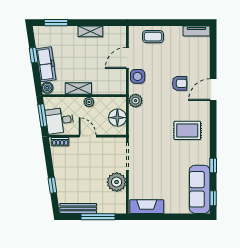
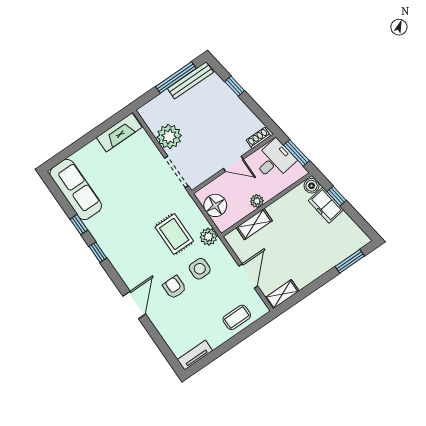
shelving: (90, 31) -> (282, 294), moved
window: (34, 55) -> (337, 196), moved
freezer: (46, 64) -> (326, 205), width x0.71
side table: (138, 76) -> (200, 269), moved
armchair: (180, 83) -> (174, 287), turned 90
shelving: (78, 88) -> (254, 224), moved
rug: (187, 130) -> (174, 234), moved, turned 90
window: (213, 198) -> (98, 252), moved
window: (98, 217) -> (176, 77), moved

